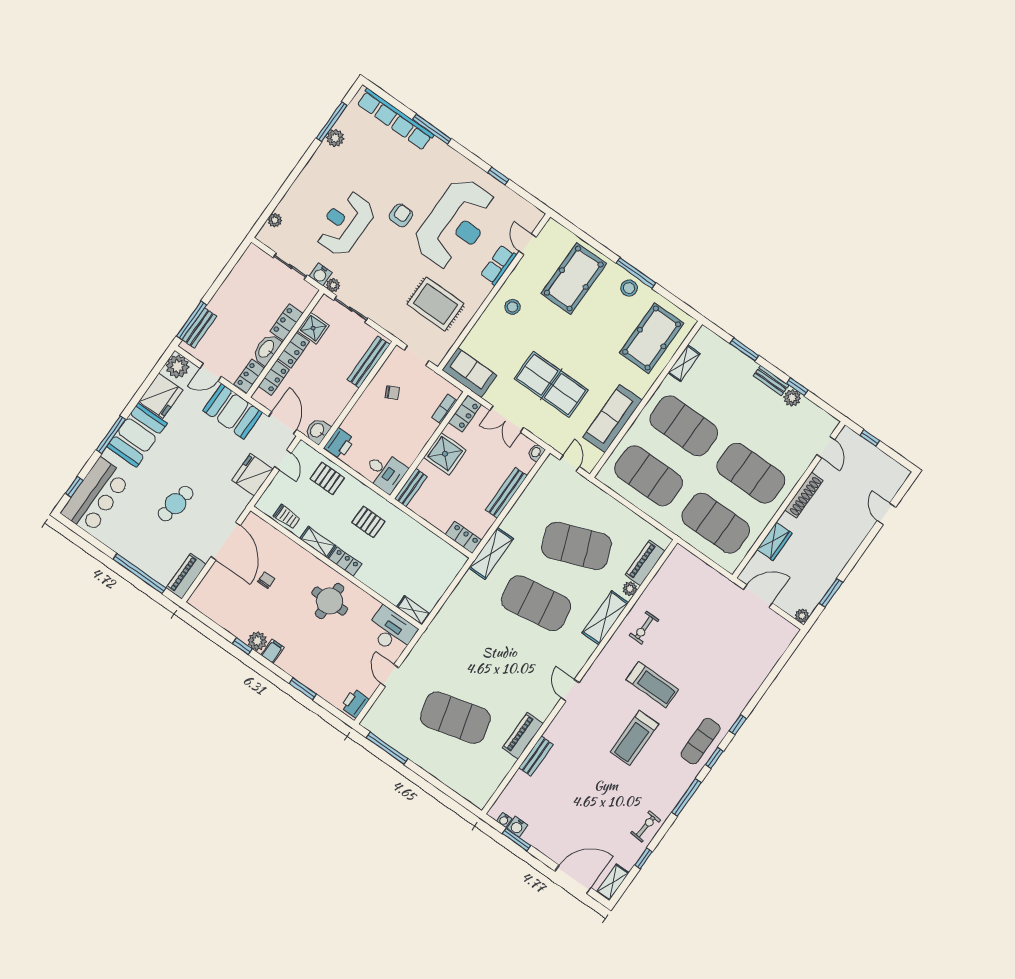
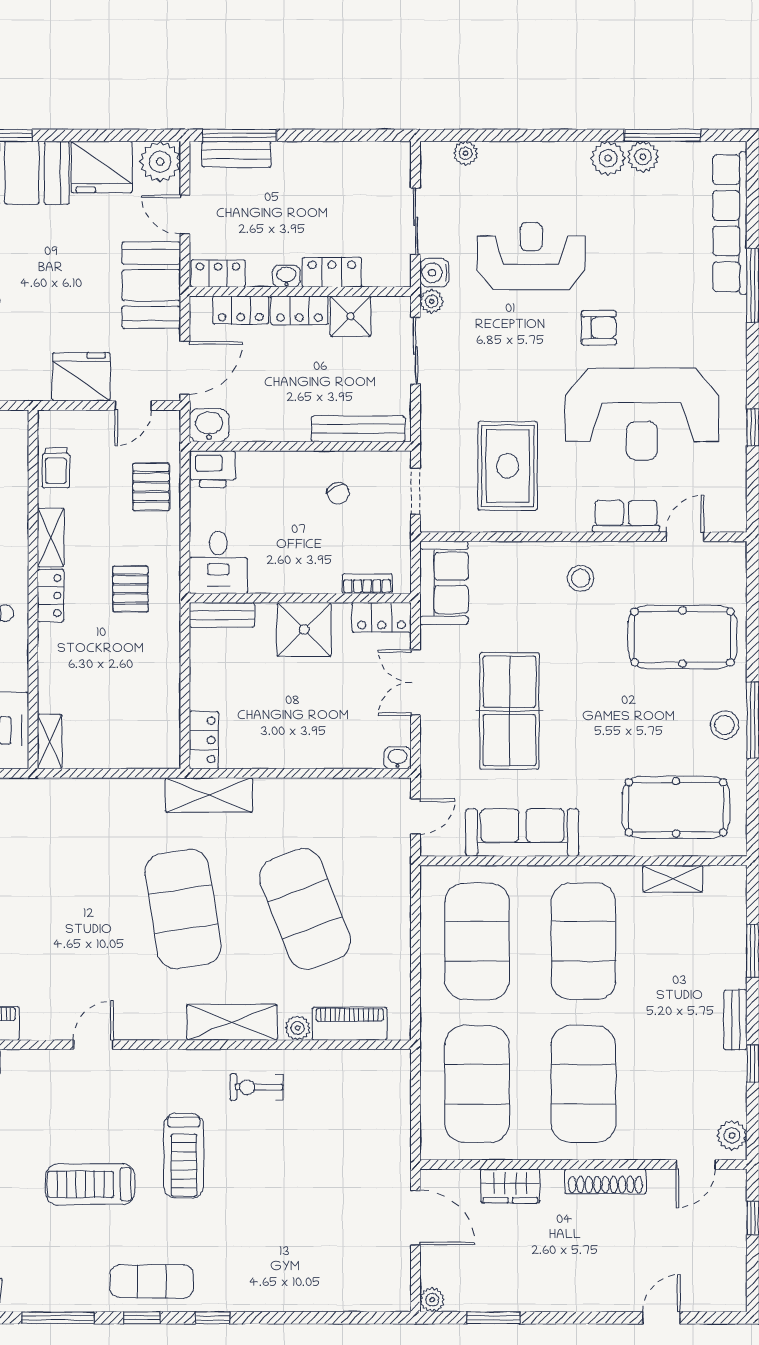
plant: (324, 155) -> (608, 158), added
washbasin: (267, 349) -> (286, 276), width x0.52, depth x0.69
plant: (792, 398) -> (732, 1135), moved
bench: (506, 493) -> (310, 756), removed

